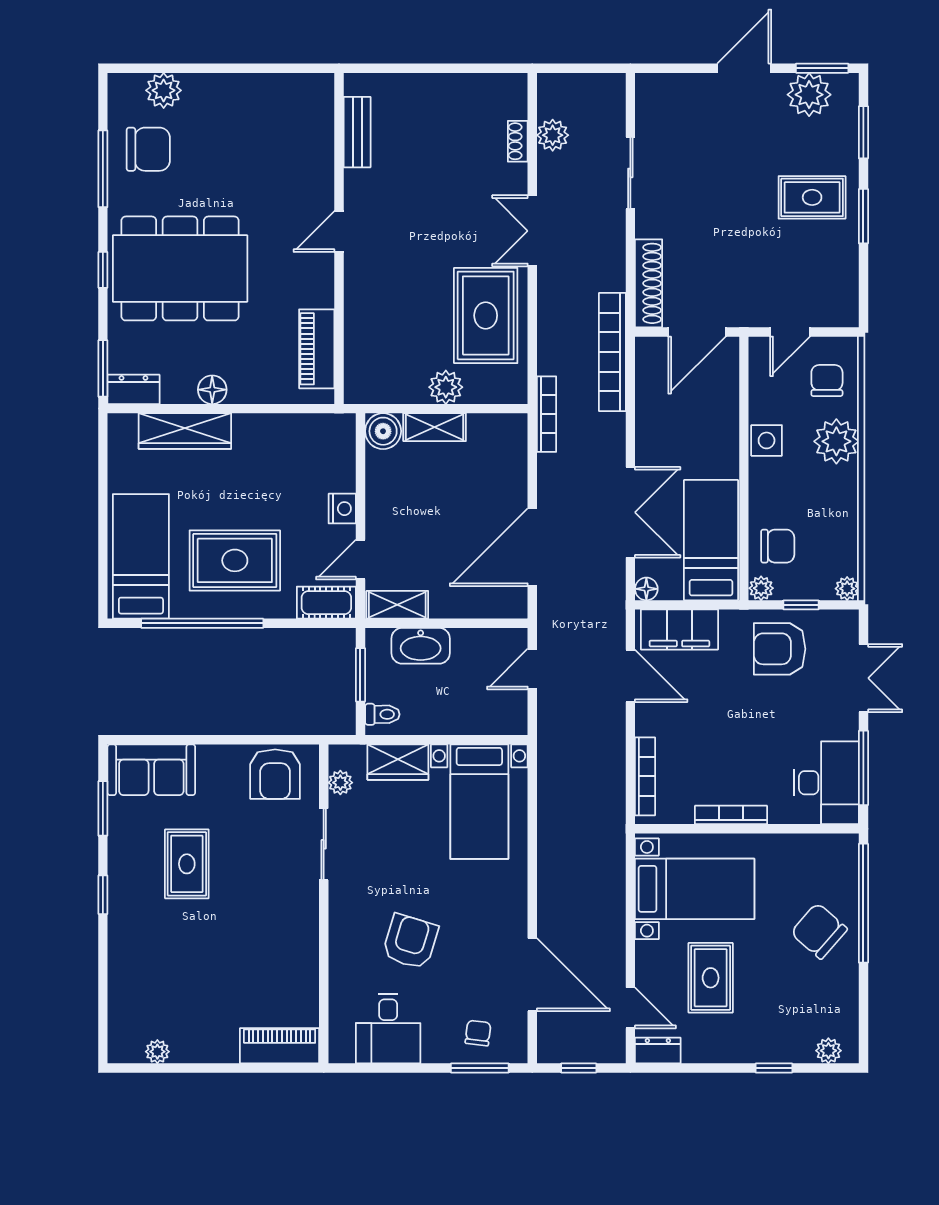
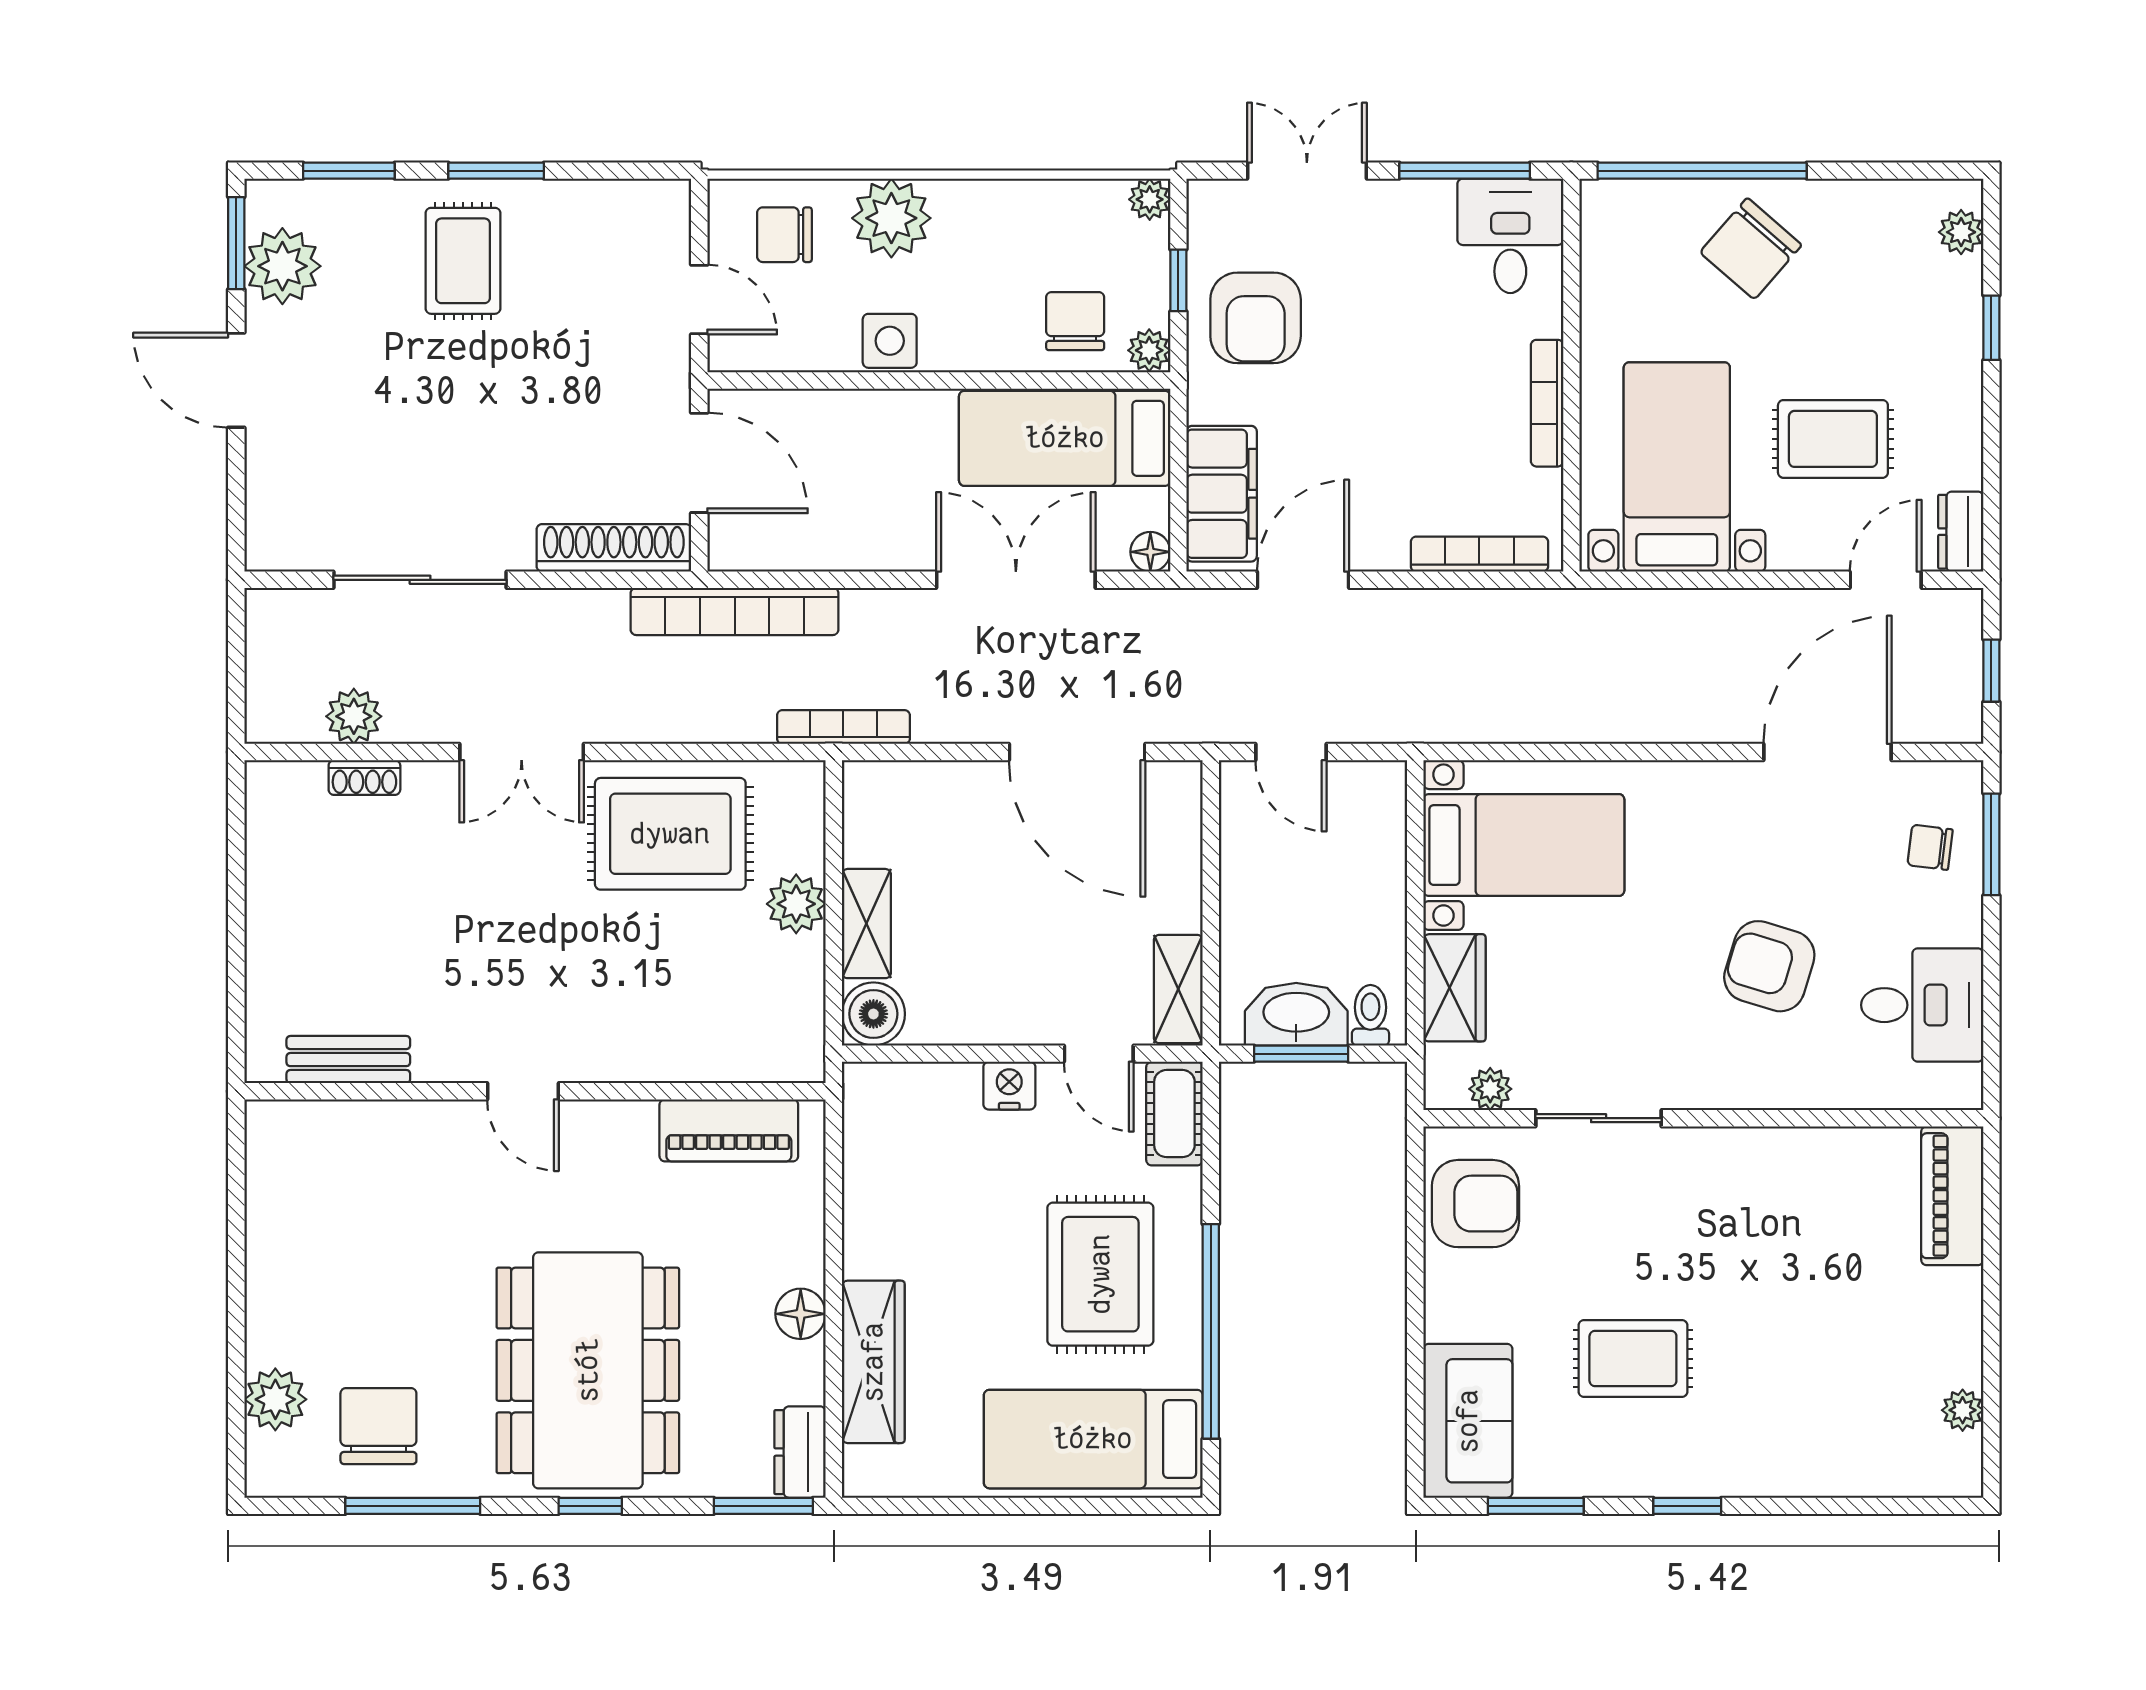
sliding door: (630, 173) -> (420, 580), width x1.37
washbasin: (421, 646) -> (1296, 1014), moved, turned -90
desk: (826, 783) -> (1510, 236), width x0.73

